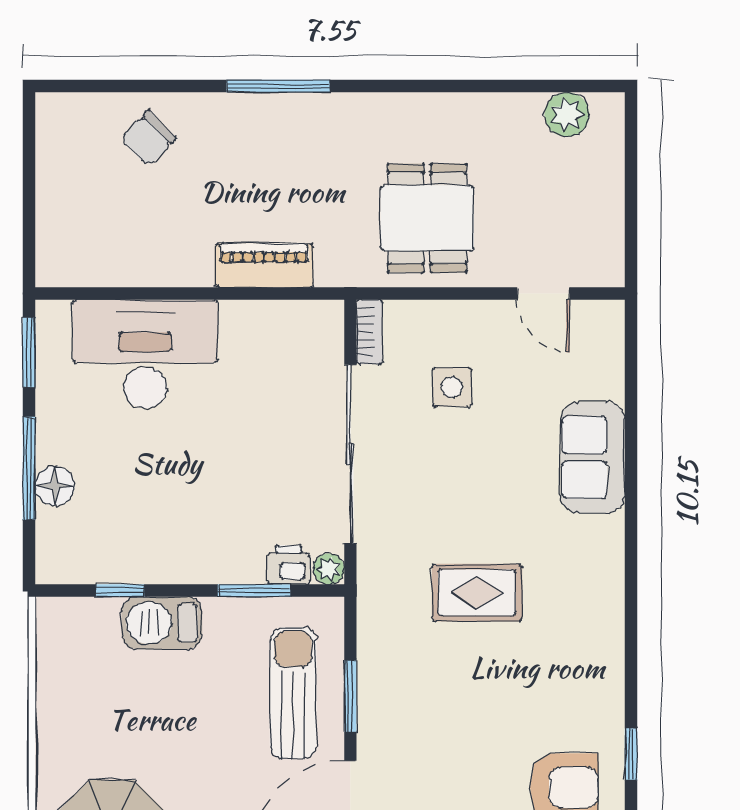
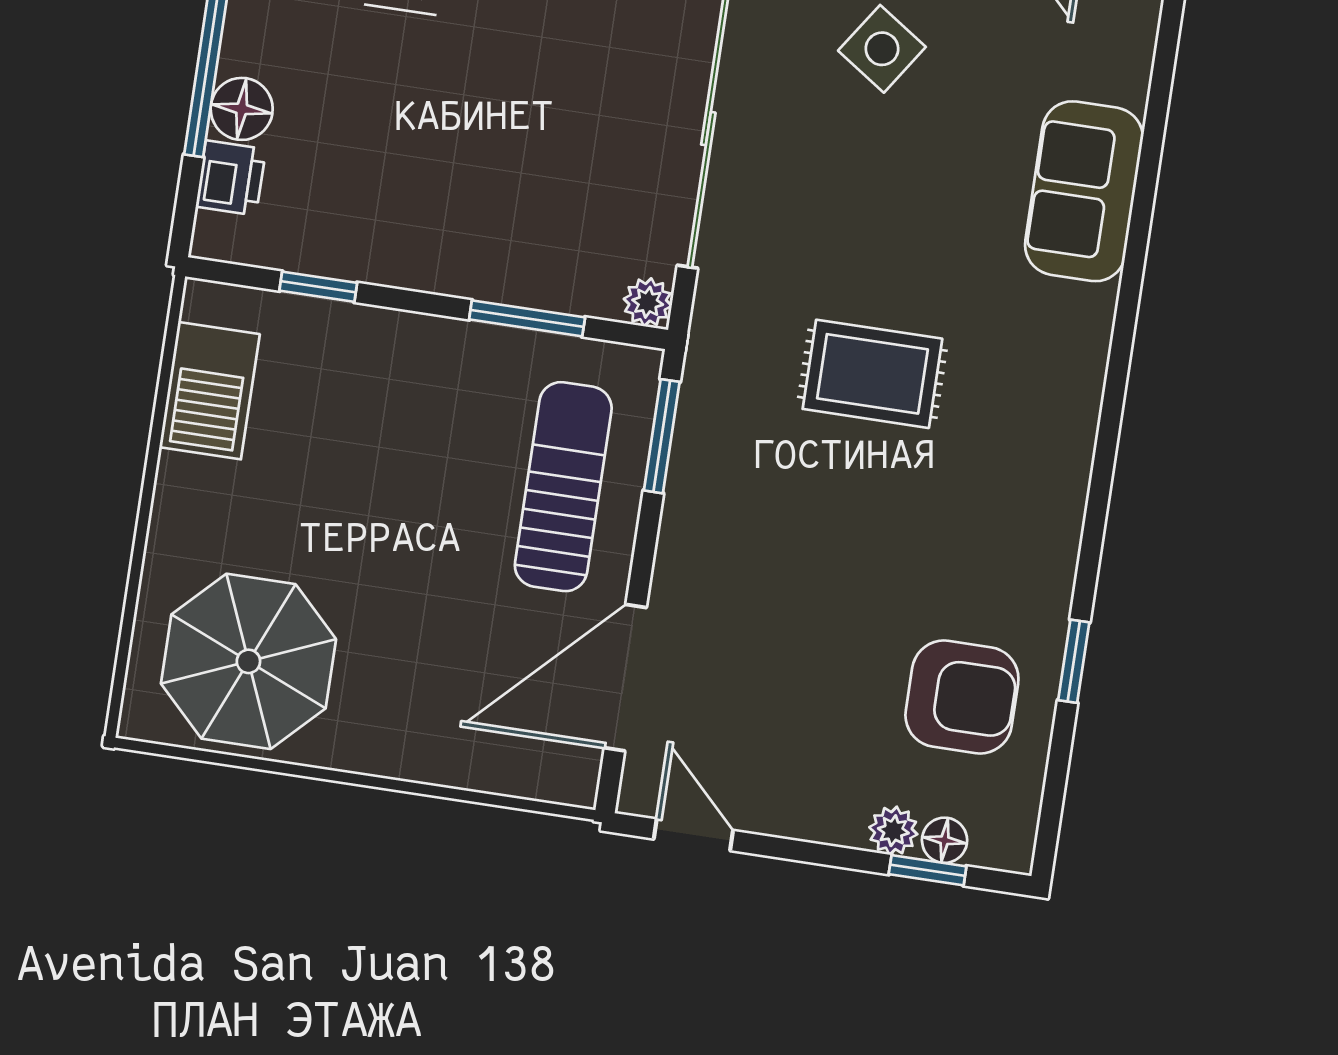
side table: (452, 387) -> (882, 49), turned 34
printer: (289, 565) -> (231, 178), moved, turned 90
barbecue: (162, 623) -> (209, 391), moved, turned -90
window: (350, 696) -> (662, 436), moved

